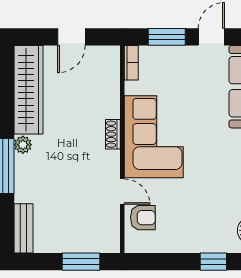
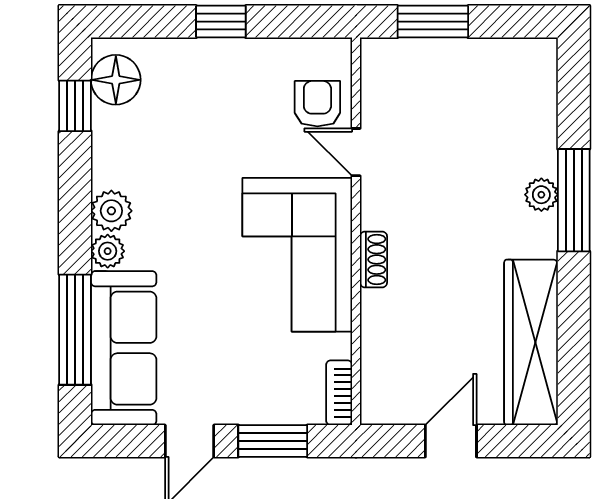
plant: (23, 145) -> (541, 195), moved
armchair: (143, 218) -> (317, 104), turned 90
bench: (24, 228) -> (540, 84), removed
window: (213, 262) -> (221, 22), moved

